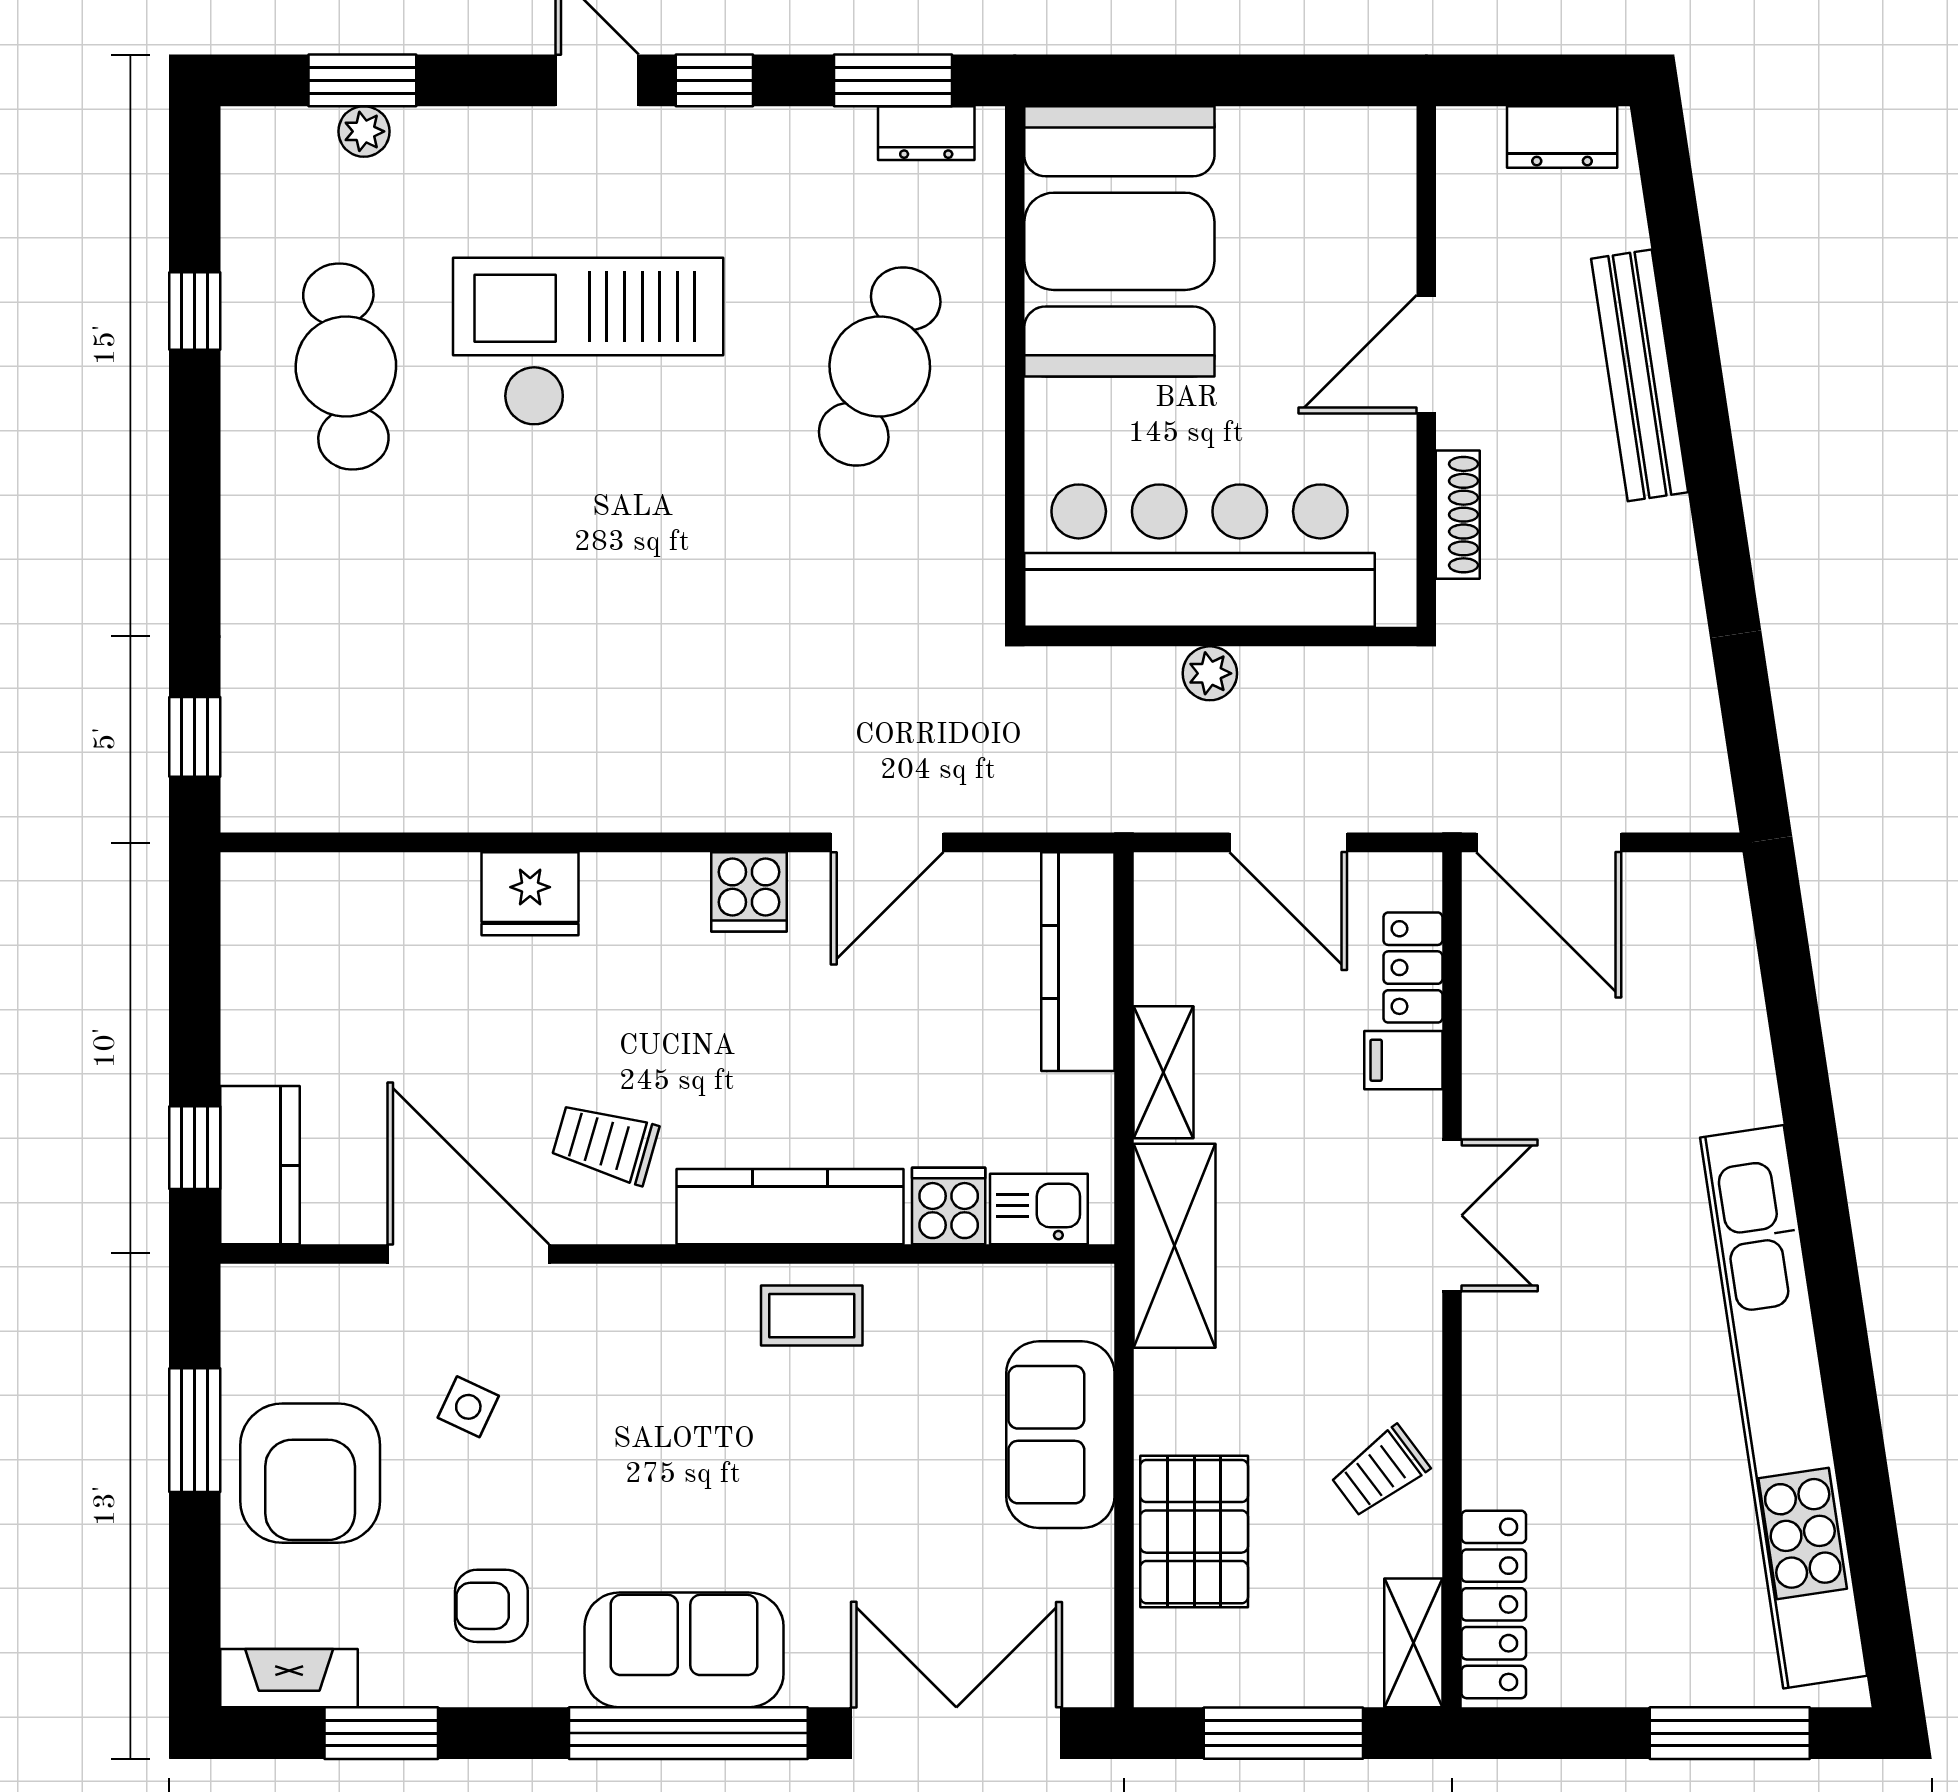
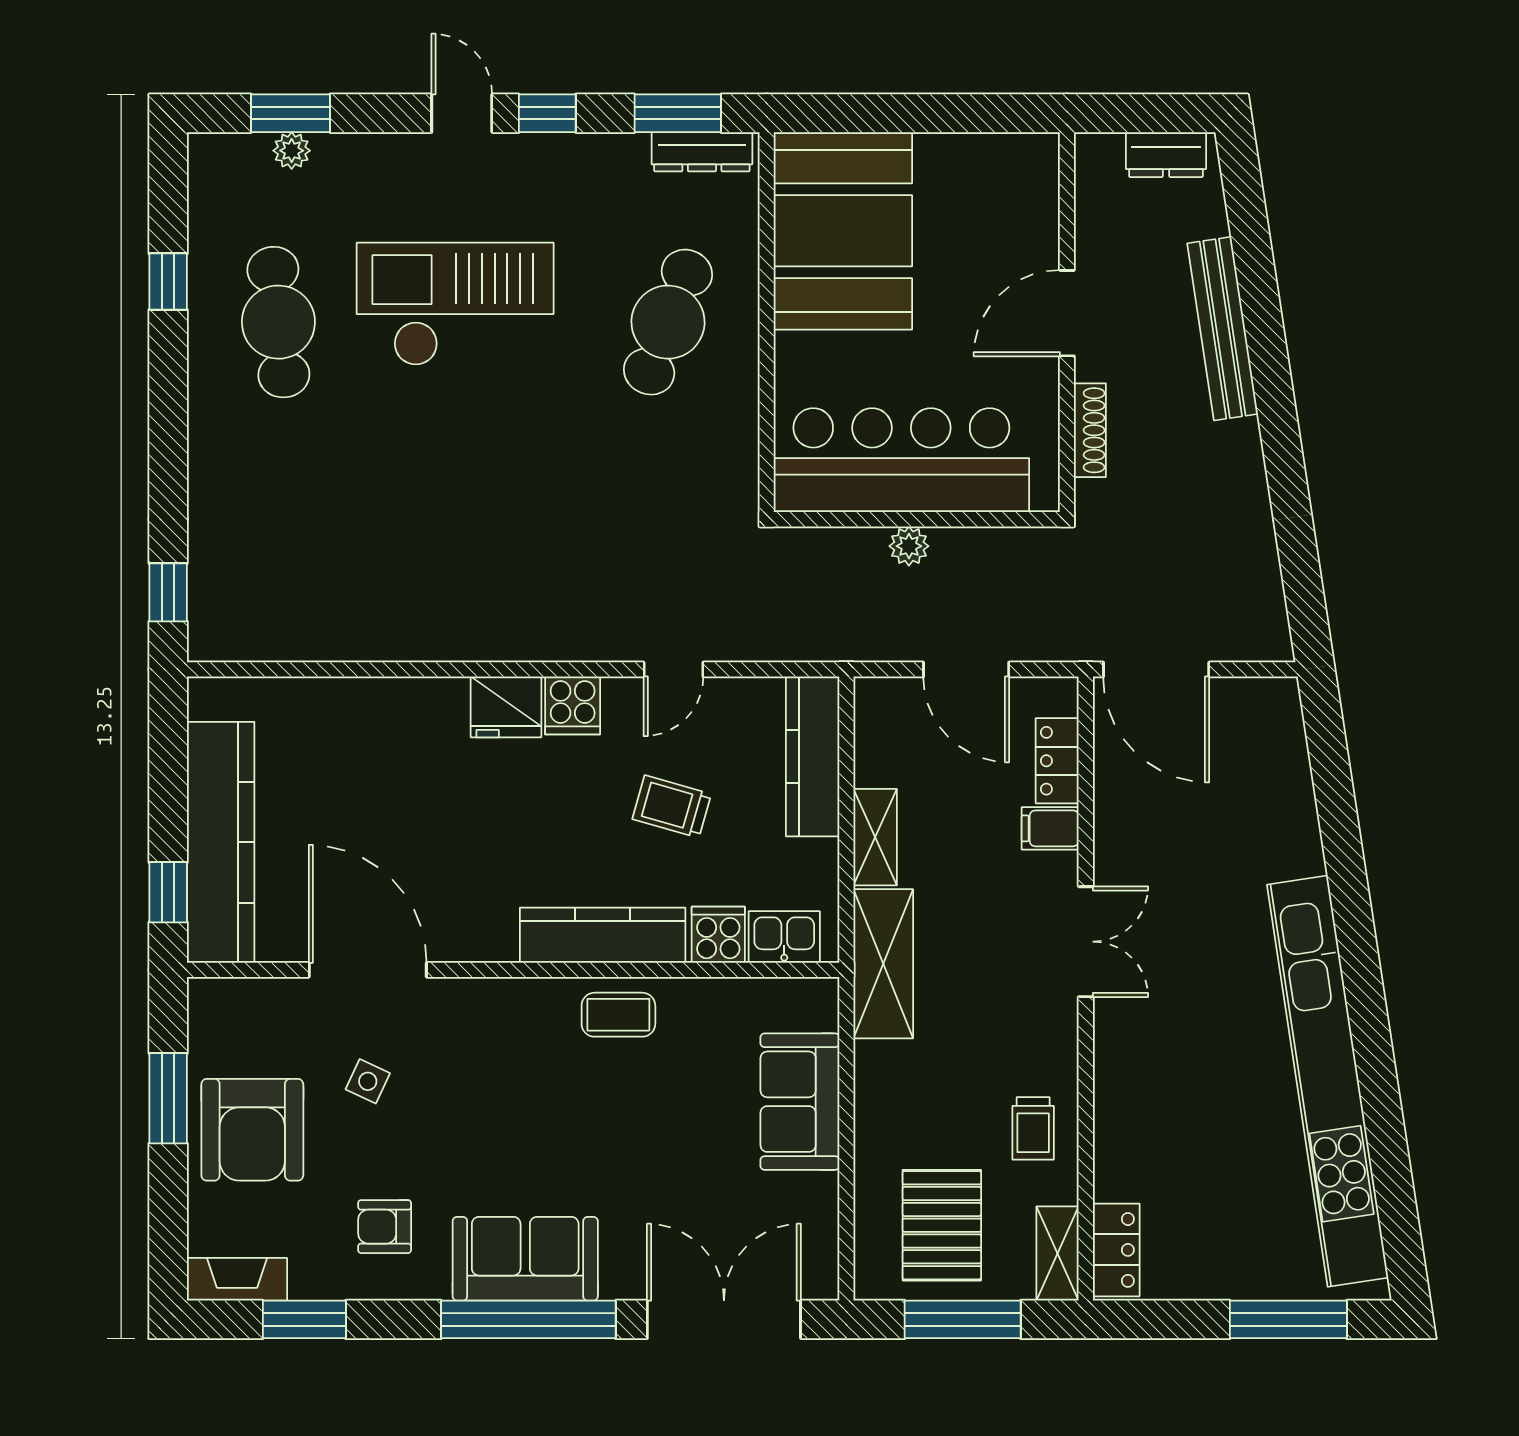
dresser: (926, 133) -> (702, 152), width x1.44
door: (887, 842) -> (673, 669), width x0.73
fridge: (530, 894) -> (506, 707), moved
trolley: (605, 1143) -> (672, 806), moved
kitchen counter: (260, 1165) -> (221, 842), width x2.08, depth x1.17
trolley: (1380, 1471) -> (1033, 1128), turned -53
pallet: (1194, 1532) -> (942, 1225), moved
locker: (1494, 1604) -> (1116, 1250), width x0.66

